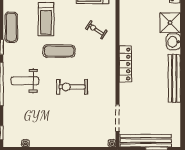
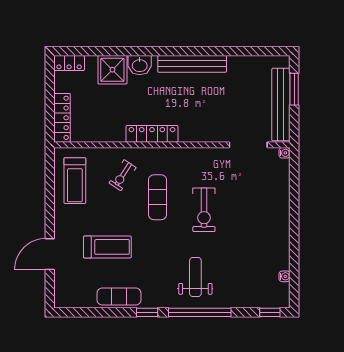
exercise mat: (59, 51) -> (157, 197), moved
locker: (125, 64) -> (152, 134), moved
weight bench: (25, 81) -> (195, 277), turned 180

